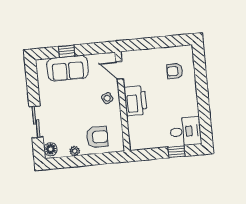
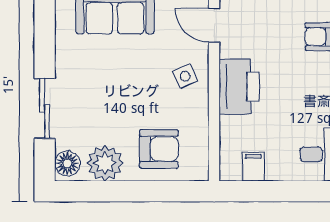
filing cabinet: (147, 142) -> (253, 167), added
plant: (75, 151) -> (105, 163), width x1.87, depth x1.87
window: (176, 152) -> (308, 191), removed

